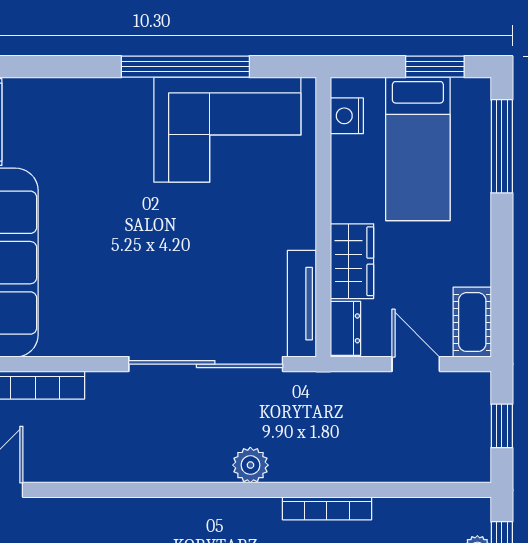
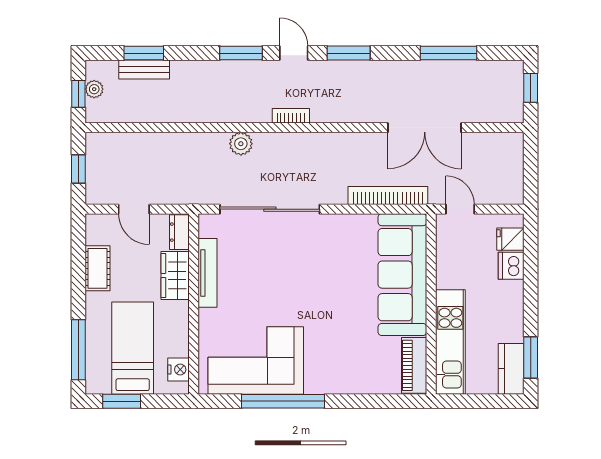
tv unit: (302, 304) -> (208, 273), moved
cot: (472, 322) -> (97, 268), moved
bookcase: (327, 508) -> (291, 116), moved, width x0.64

